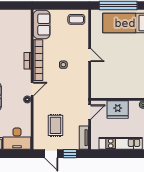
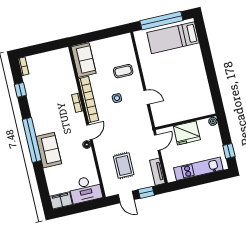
coffee table: (76, 19) -> (123, 71), moved
door: (90, 55) -> (147, 97), moved

